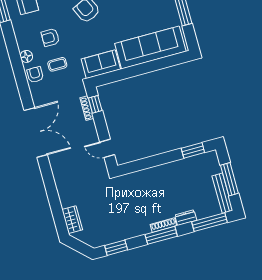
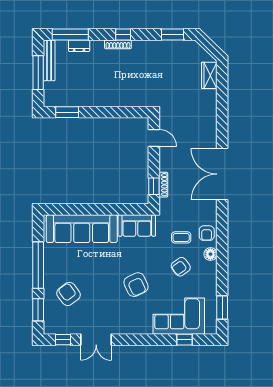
armchair: (50, 37) -> (181, 267), turned 144
dresser: (186, 218) -> (79, 46), moved
window: (161, 235) -> (123, 34), width x0.46

